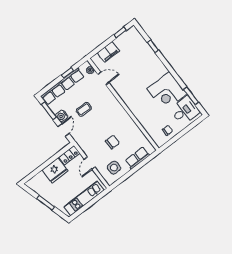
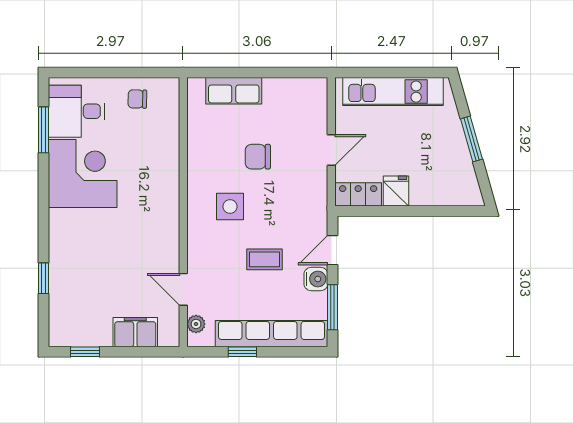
side table: (114, 168) -> (230, 207), moved
fridge: (55, 171) -> (396, 191), width x0.53, depth x0.75

